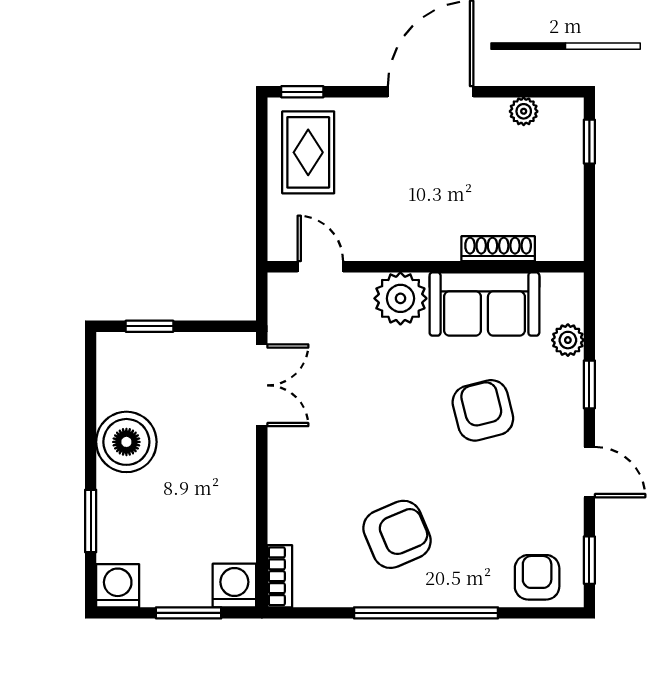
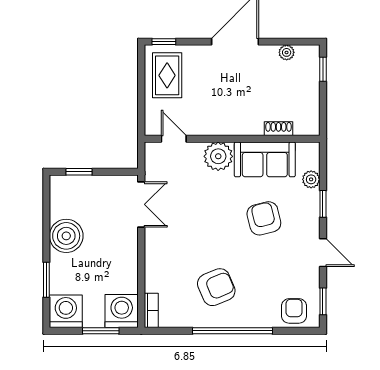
shoe rack: (498, 249) -> (278, 129), width x0.70
washing machine: (234, 585) -> (122, 311), width x1.37, depth x1.37
washing machine: (118, 586) -> (66, 311), width x1.37, depth x1.37

